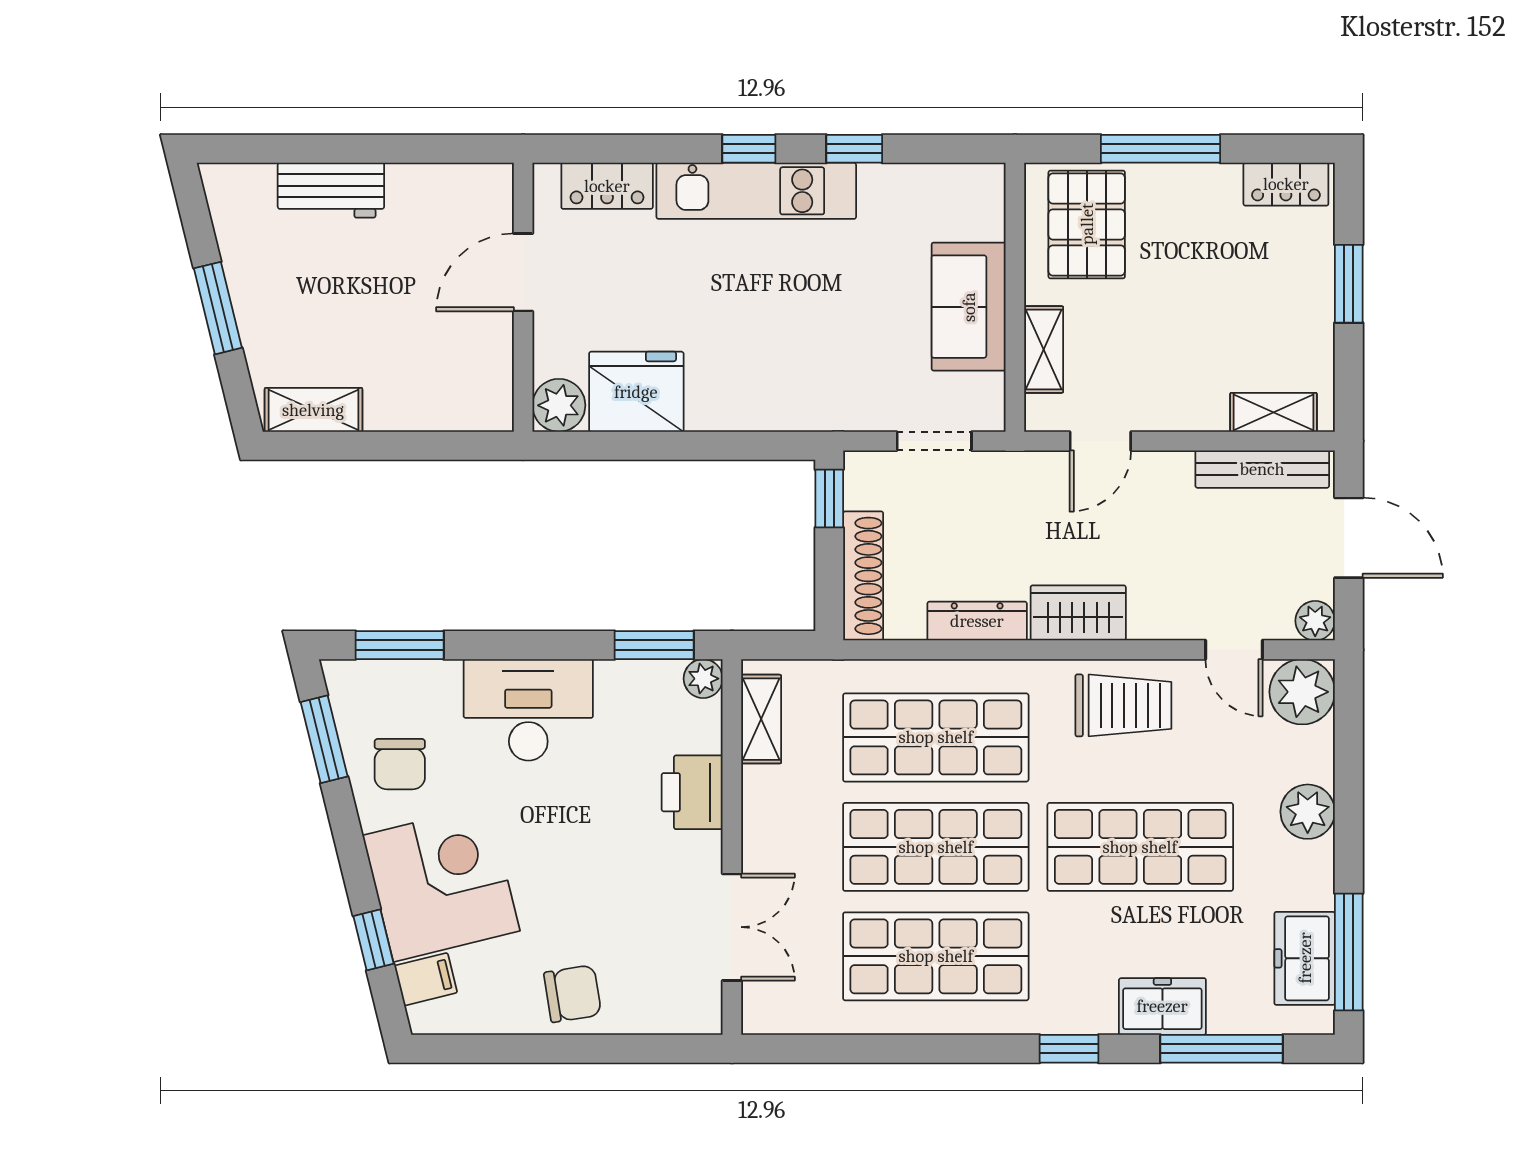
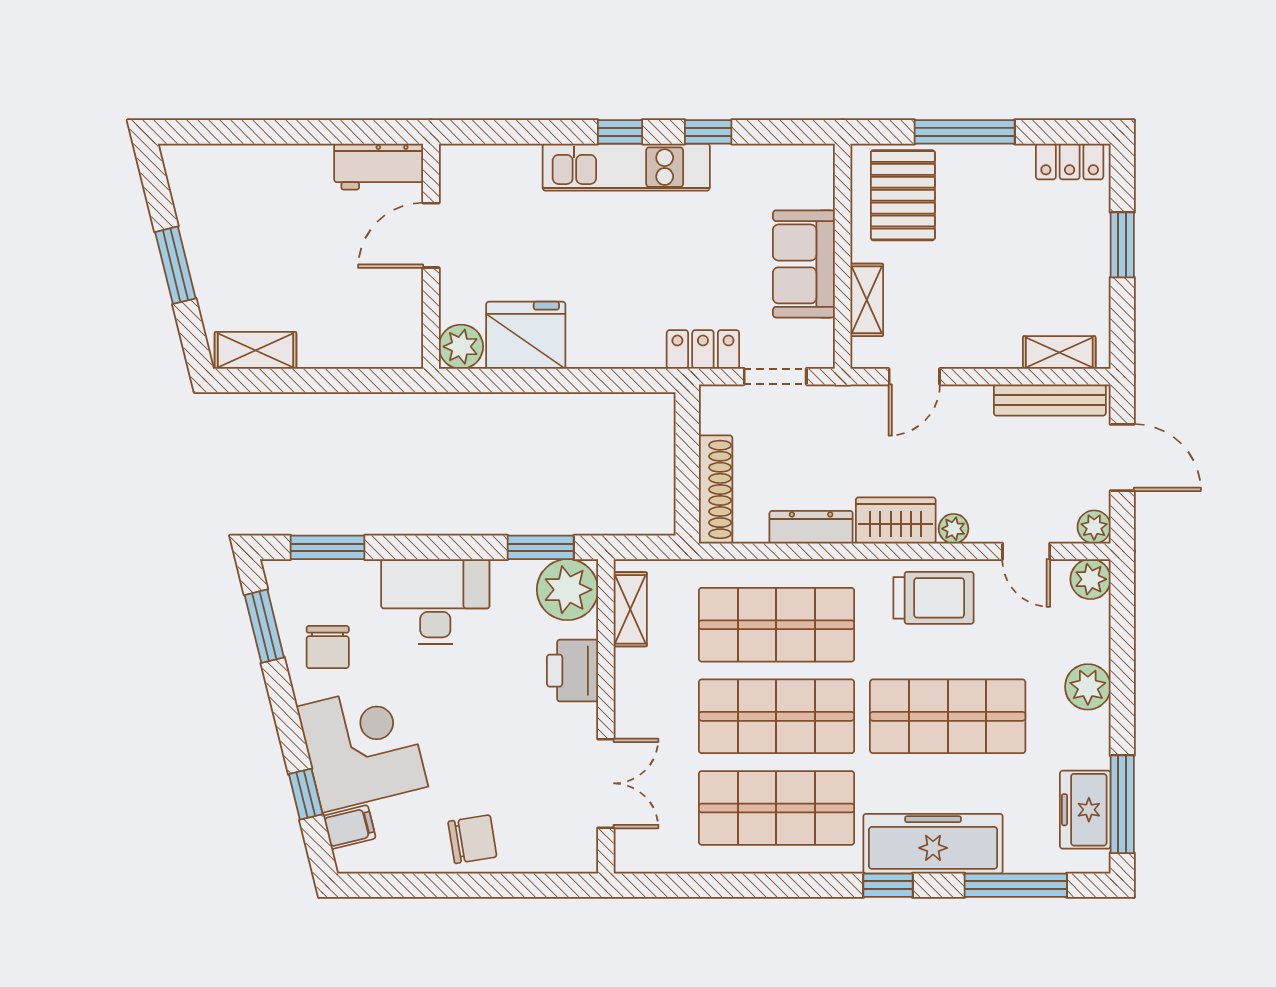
locker: (607, 186) -> (703, 349), moved, turned 180
workbench: (331, 190) -> (379, 167), moved
window: (829, 499) -> (687, 425), removed
plant: (1147, 623) -> (954, 529), added
plant: (703, 679) -> (567, 590), width x1.88, depth x1.88
plant: (1302, 692) -> (1091, 579), width x0.73, depth x0.73
freezer: (1162, 1006) -> (933, 844), width x1.91, depth x1.26

